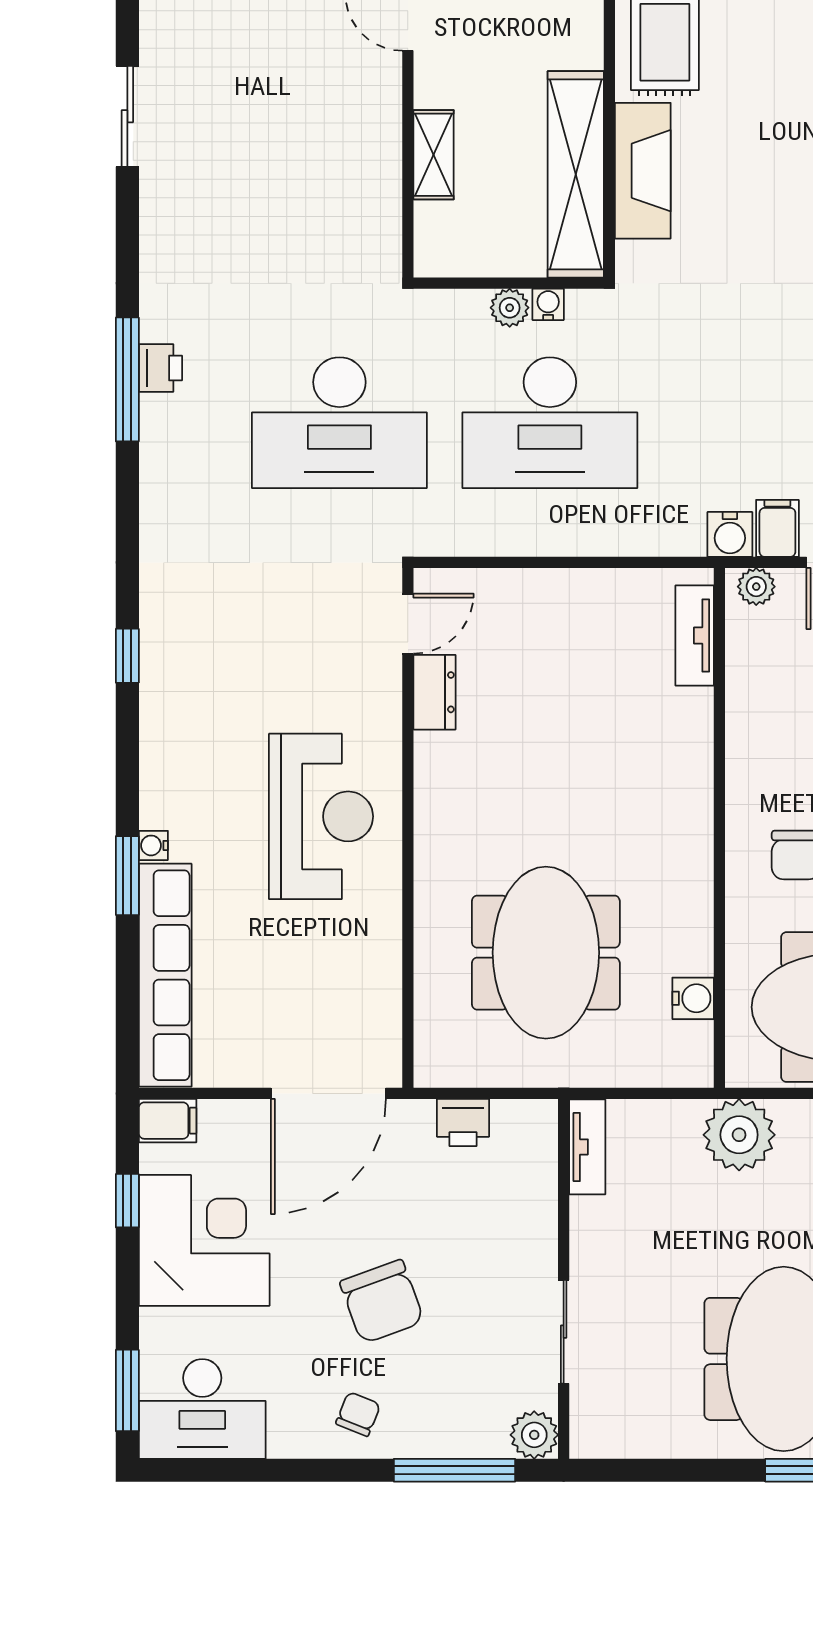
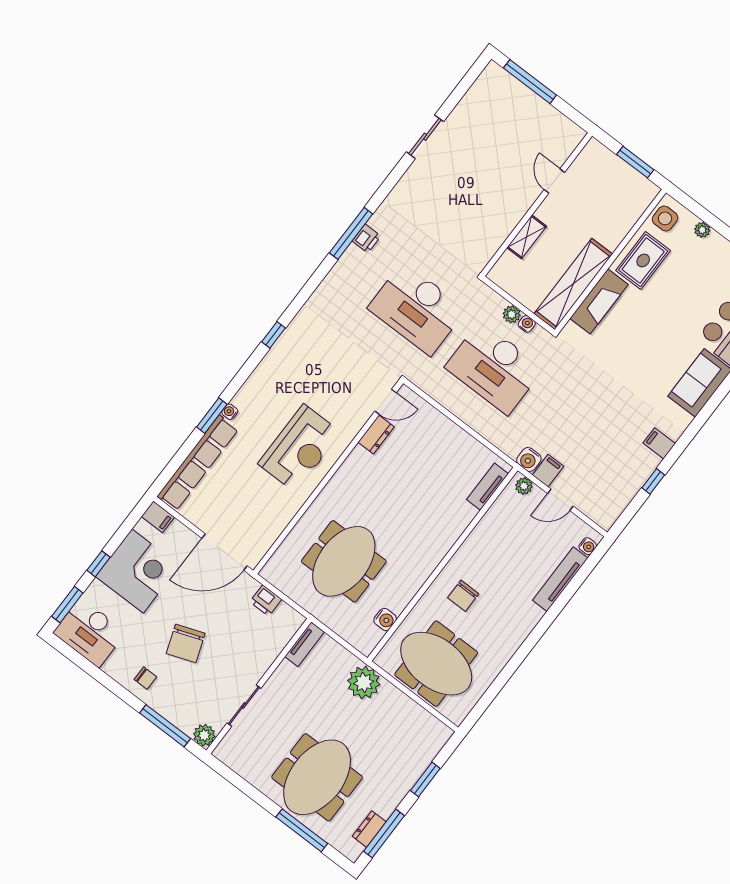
window: (127, 1201) -> (98, 564), moved
chair: (358, 1414) -> (145, 678), turned 68

